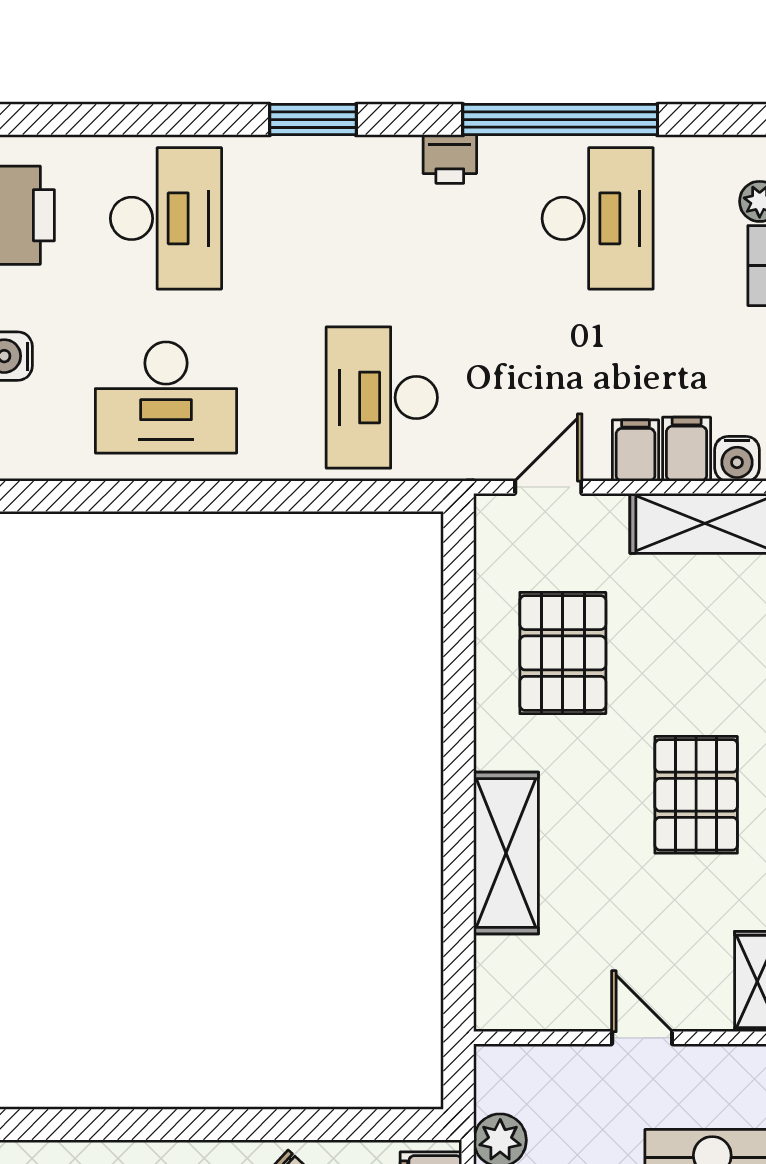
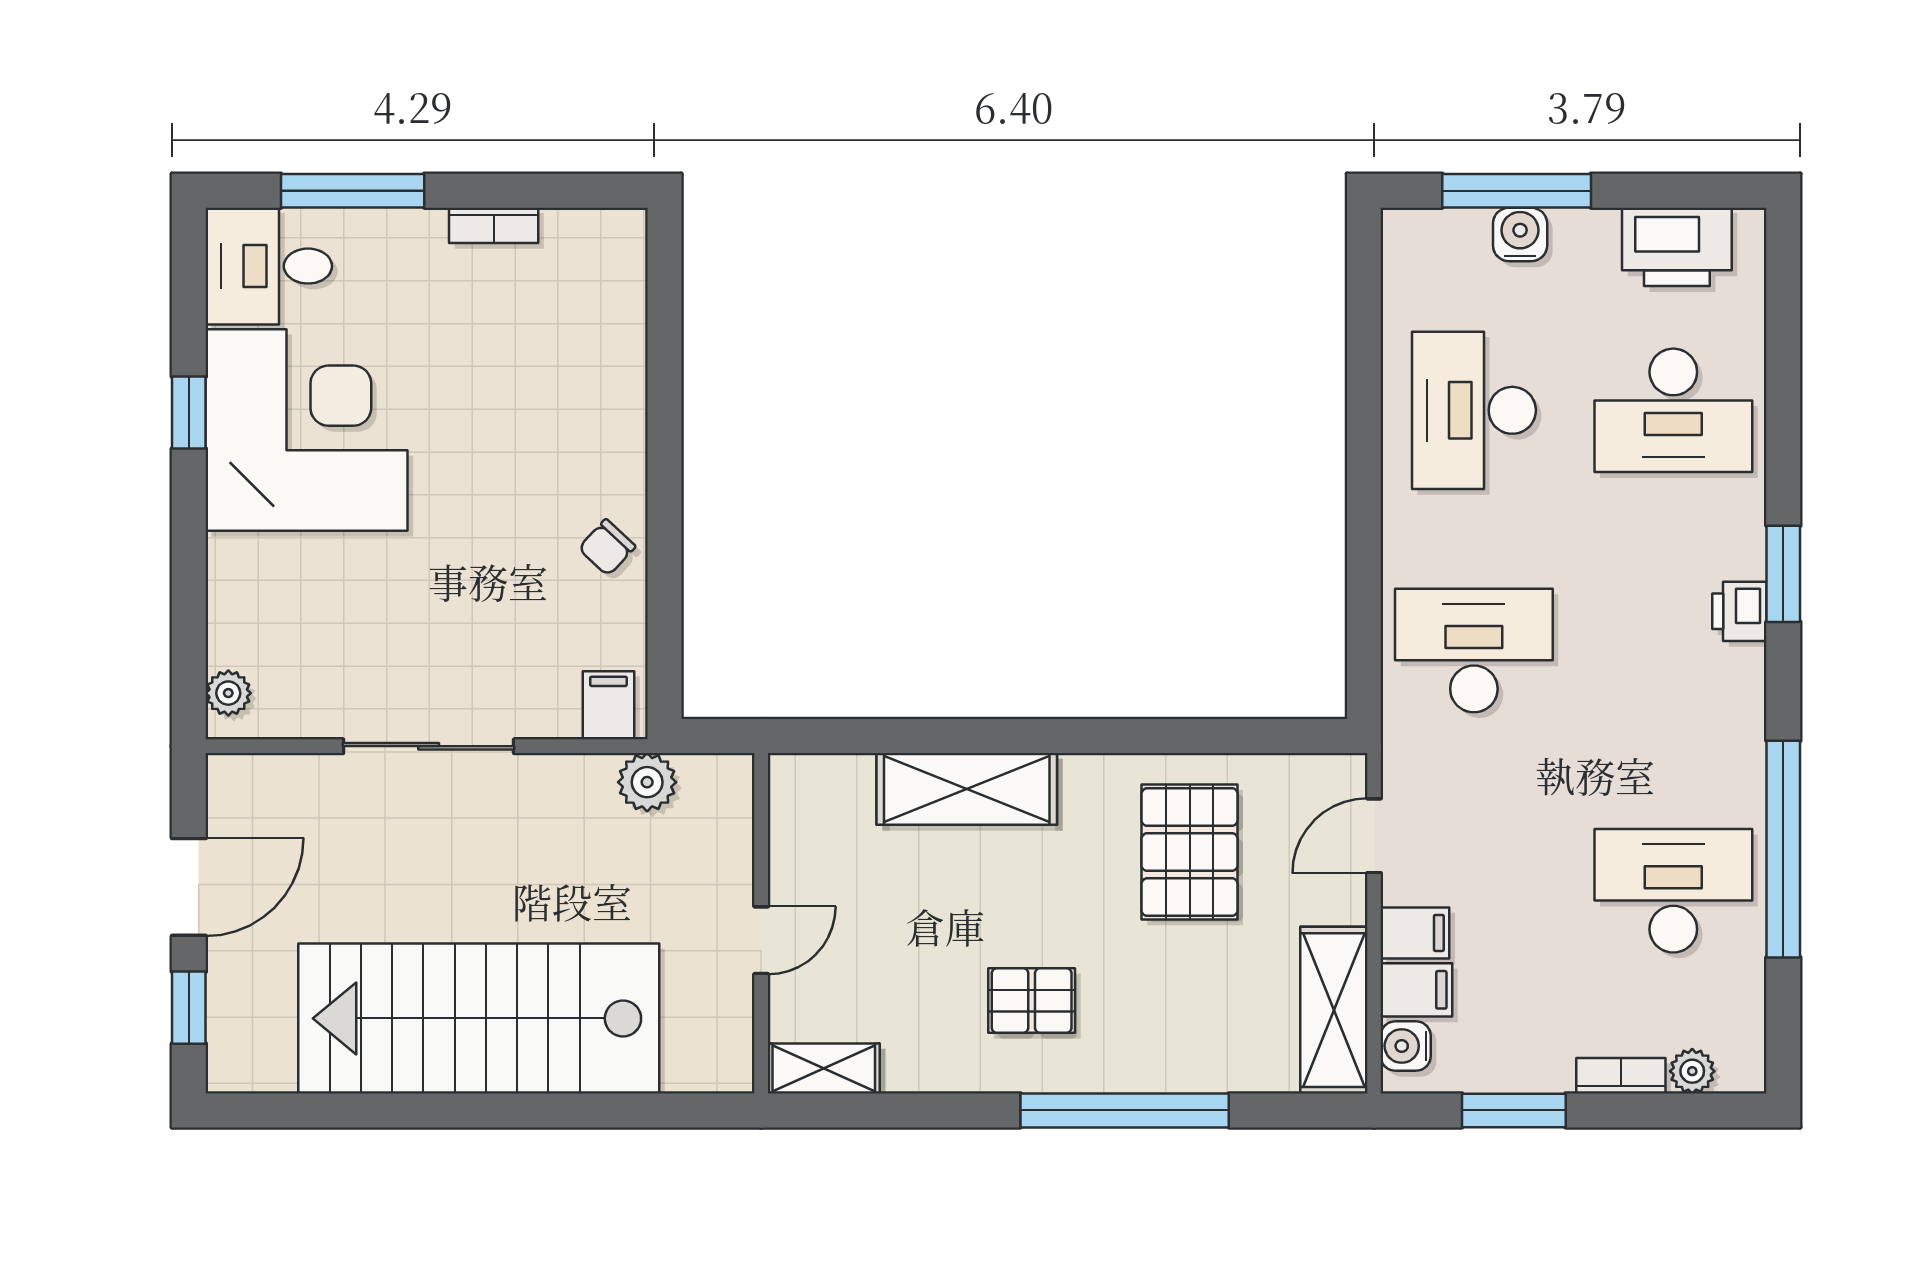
printer: (450, 159) -> (1739, 611), moved
desk: (598, 218) -> (1673, 891), turned 180
door: (548, 487) -> (1374, 836), swing flipped
pallet: (563, 653) -> (1190, 852), turned 90
pallet: (696, 795) -> (1032, 1000), width x0.67, depth x0.71

